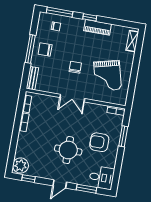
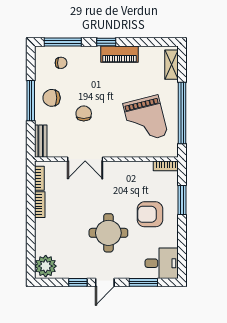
chair: (75, 67) -> (84, 113), moved
window: (134, 76) -> (182, 113), added
double door: (72, 98) -> (85, 159), moved
window: (29, 179) -> (78, 282), moved

